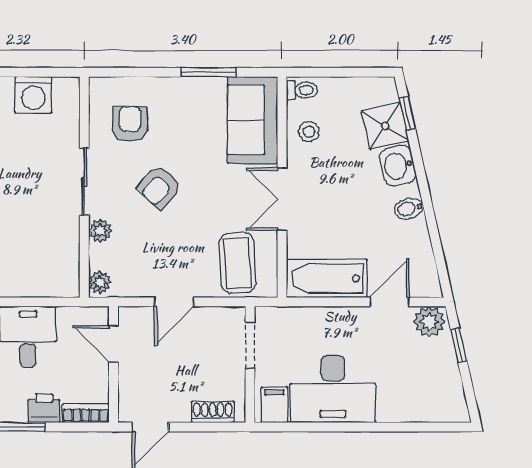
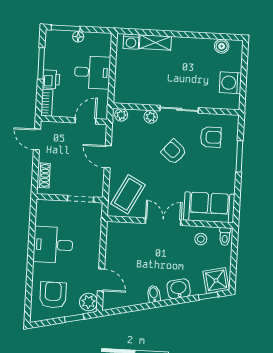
window: (208, 72) -> (239, 156), moved
shower: (385, 126) -> (216, 280), moved
coffee table: (238, 263) -> (128, 194), turned -59
bathtub: (327, 278) -> (116, 245), removed
armchair: (420, 384) -> (53, 295), added
desk: (333, 389) -> (53, 245), width x0.73
filing cabinet: (274, 405) -> (46, 211), removed

